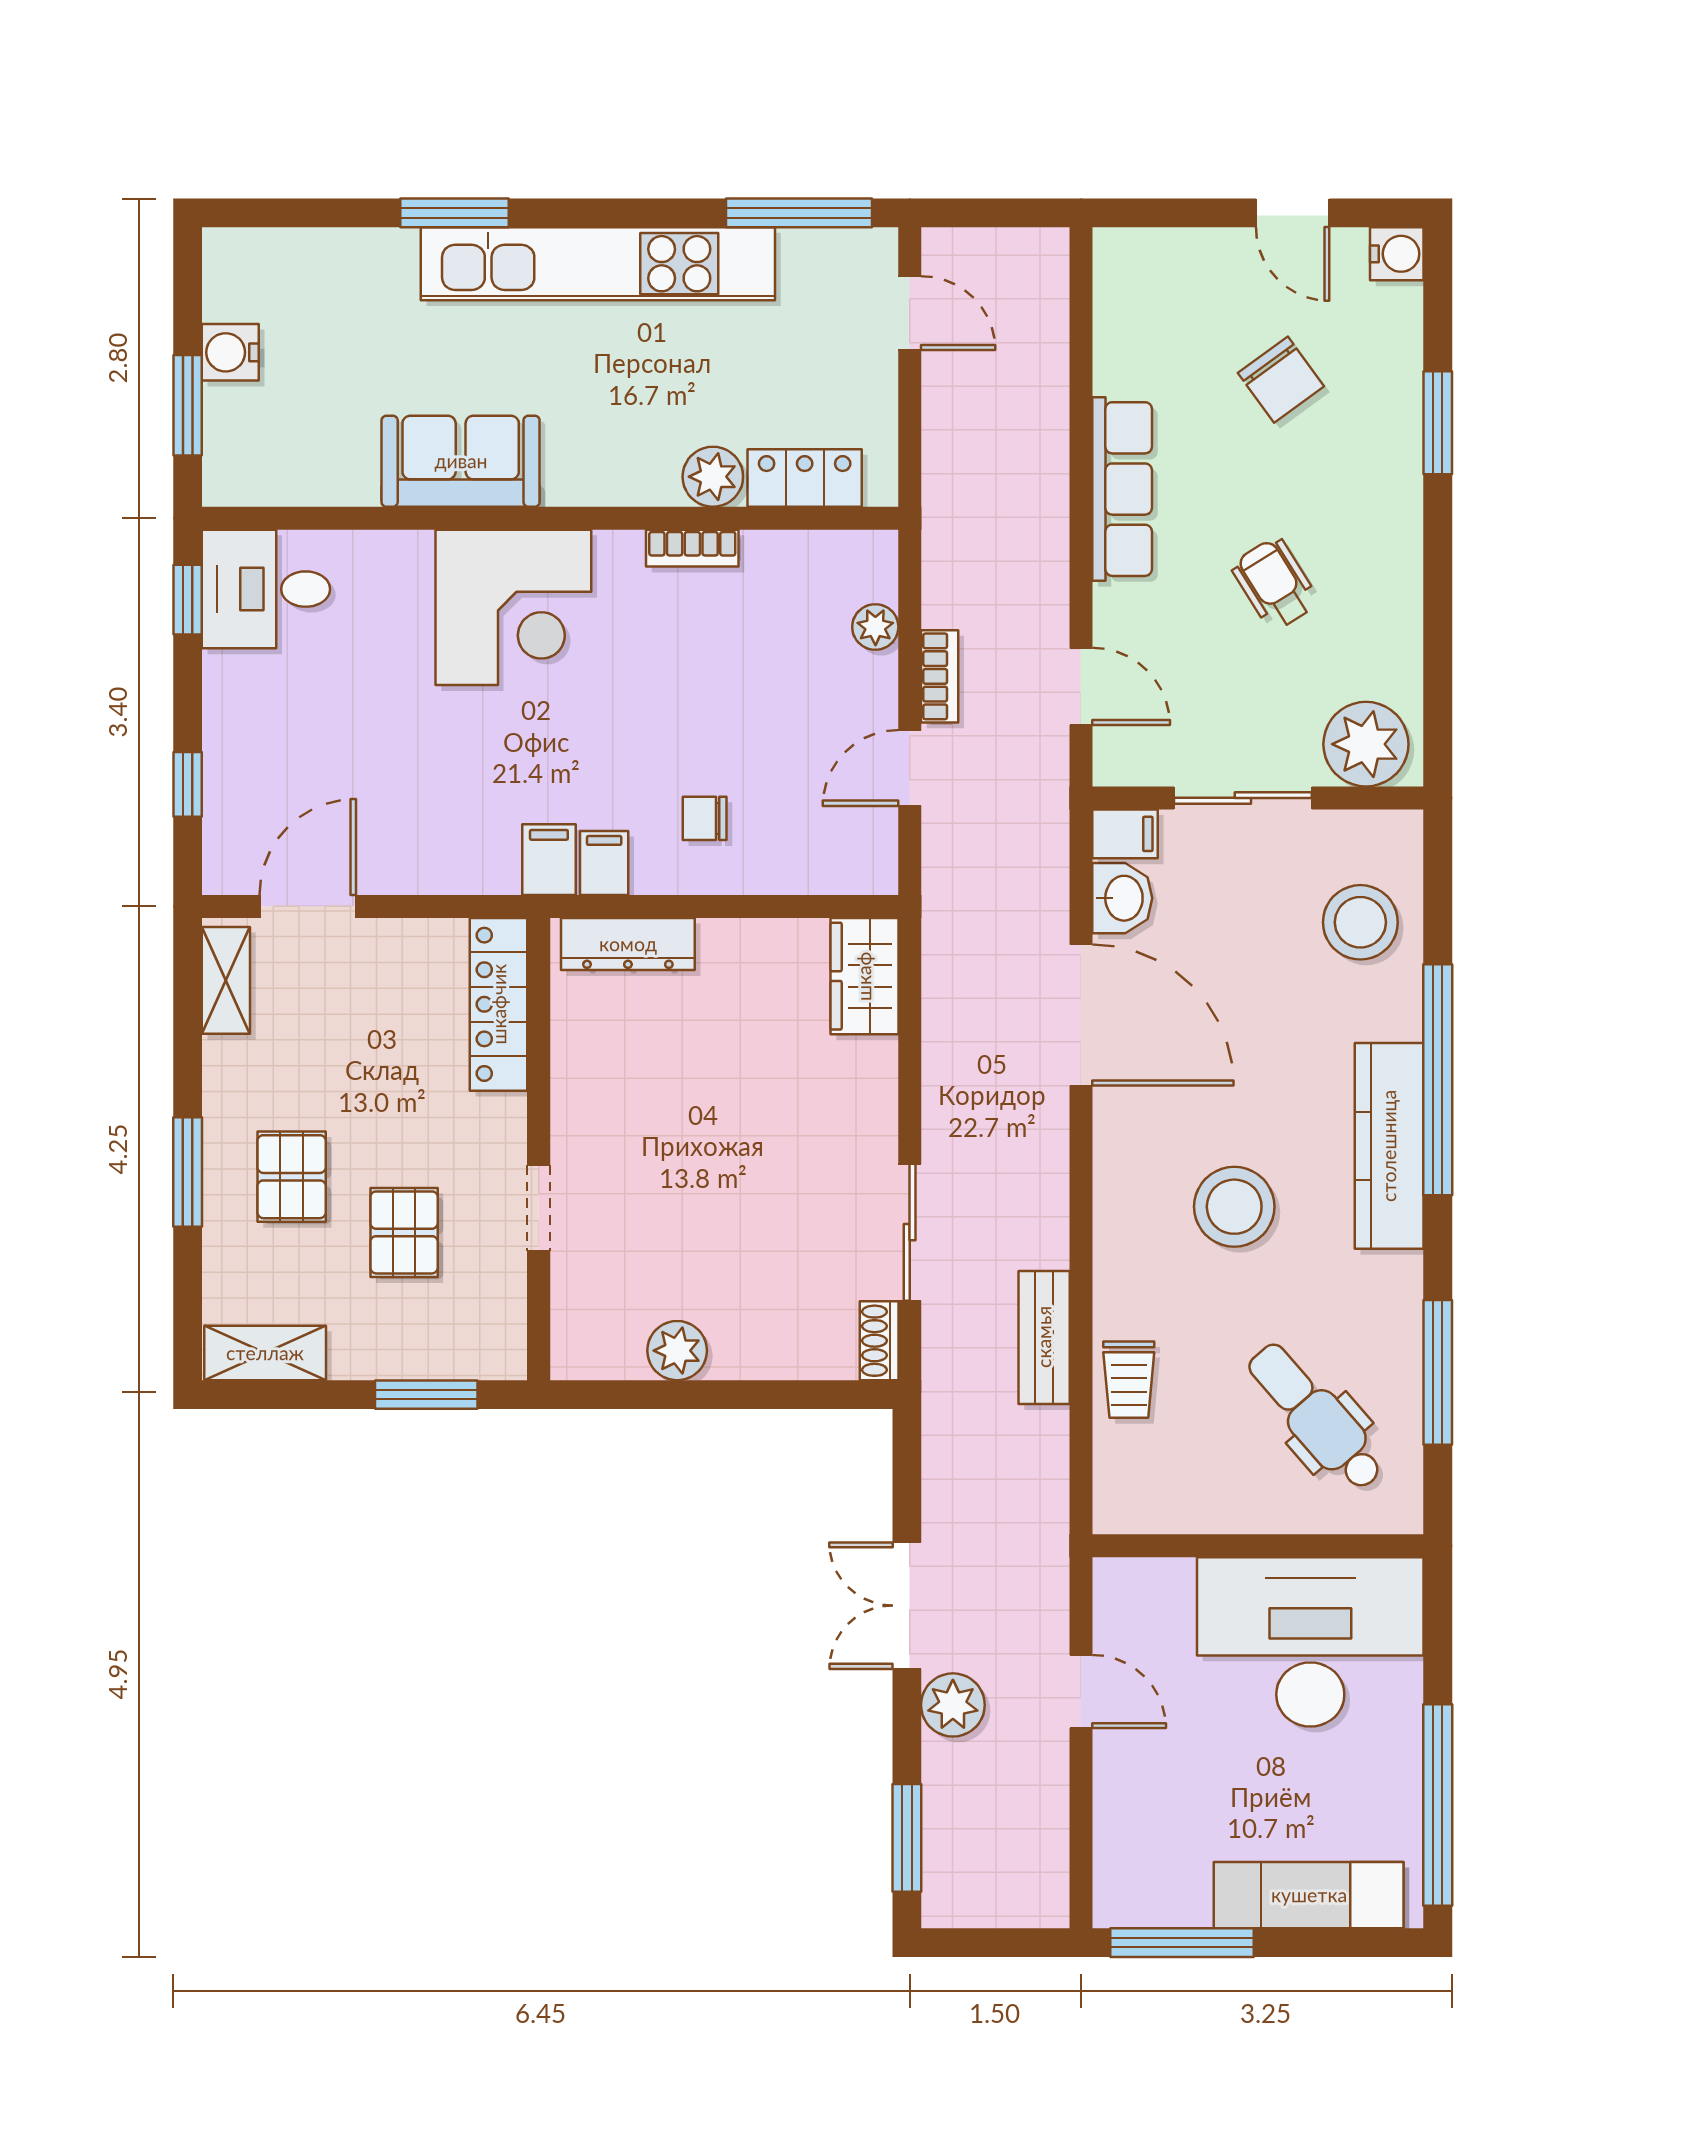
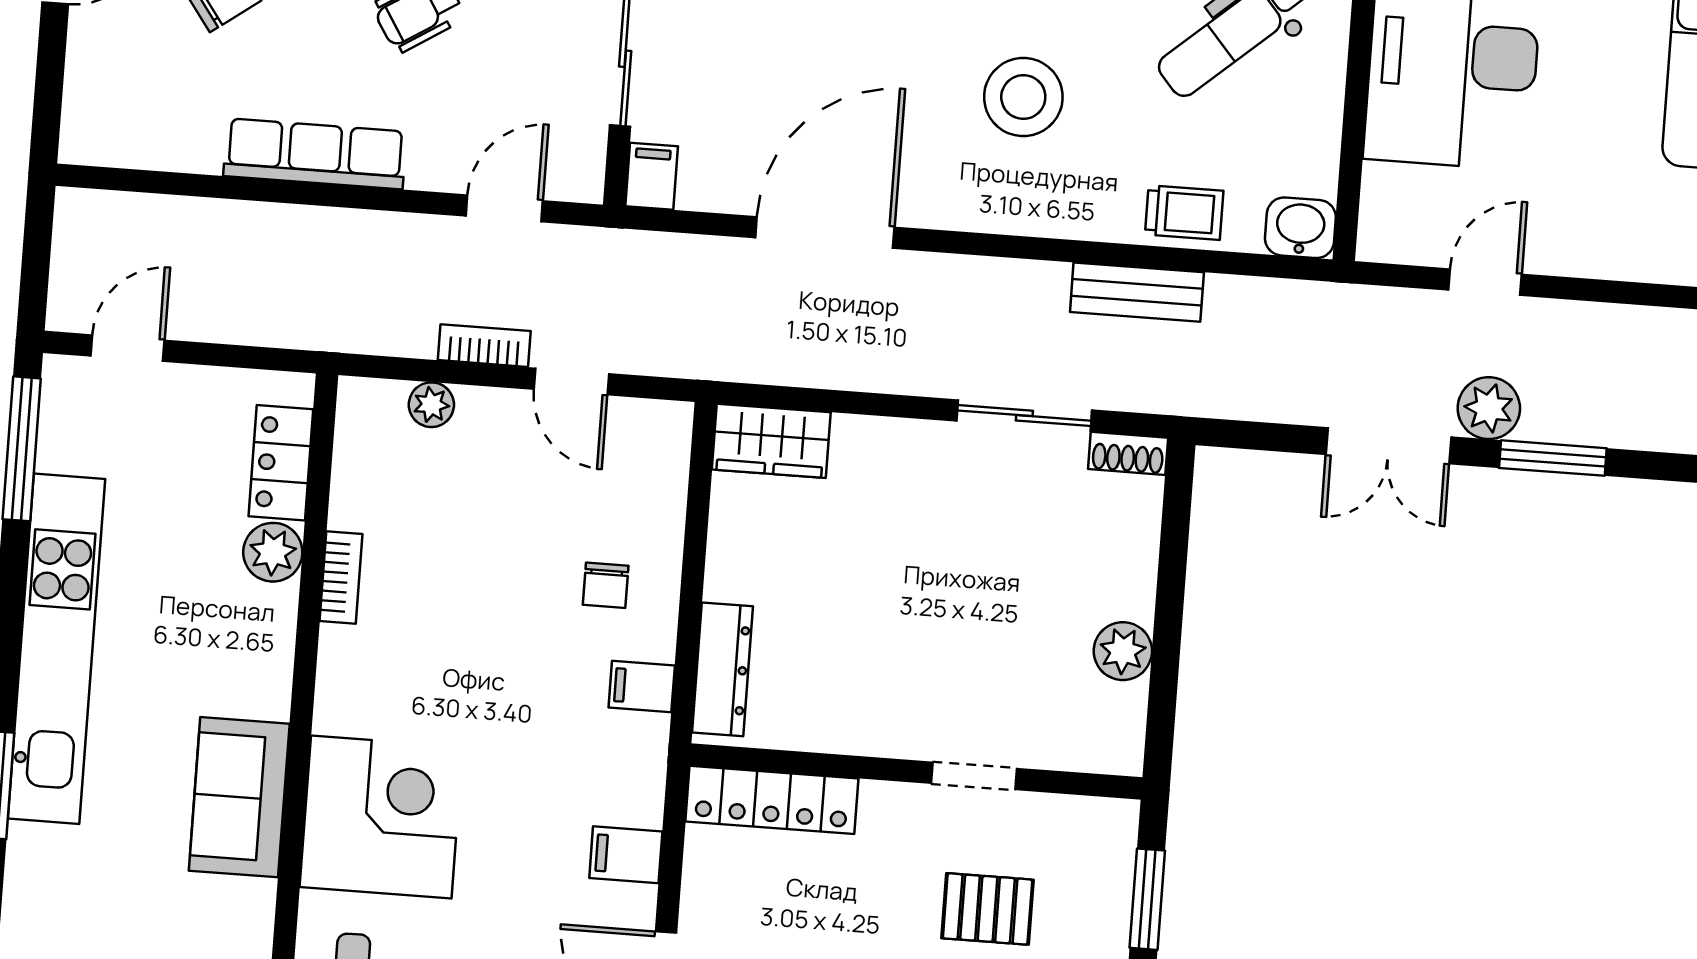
corner desk: (513, 607) -> (381, 817), moved
filing cabinet: (549, 860) -> (626, 855), moved
washbasin: (1122, 898) -> (1300, 228), moved
window: (907, 1838) -> (1553, 458), moved

